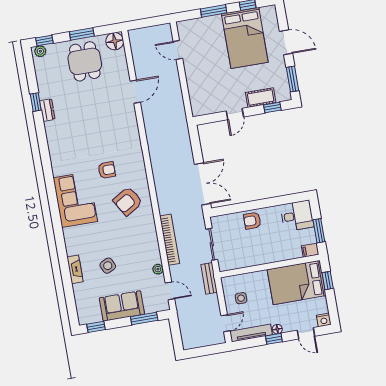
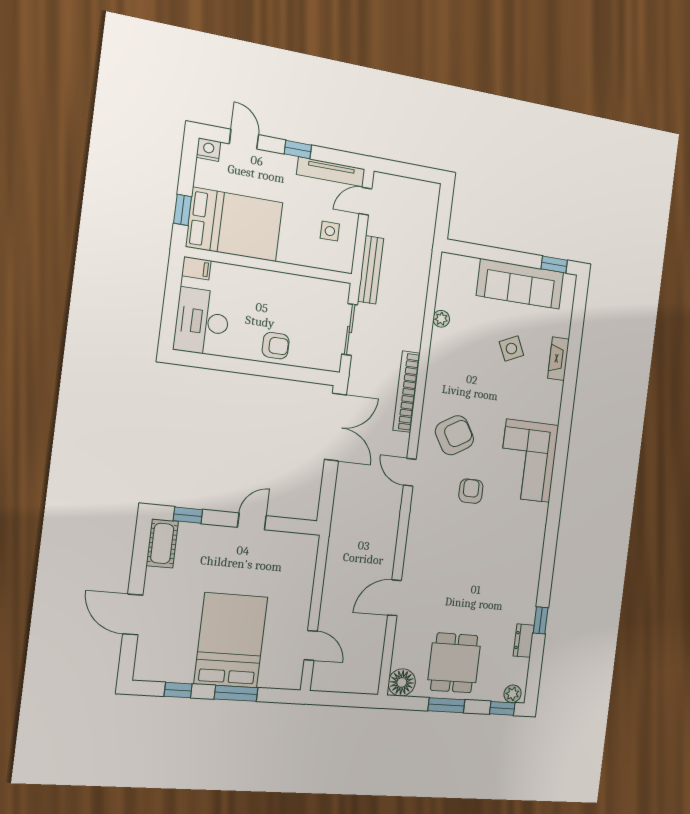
bed: (245, 38) -> (231, 640), moved
window: (292, 79) -> (140, 552), removed
cot: (261, 98) -> (162, 543), moved, turned 90
dresser: (47, 110) -> (524, 641), moved
armchair: (107, 170) -> (471, 491), turned 90
double door: (203, 184) -> (335, 427), swing flipped
desk: (297, 216) -> (202, 322), width x1.37
window: (319, 231) -> (172, 295), removed
bookcase: (170, 240) -> (407, 392), moved
bench: (209, 278) -> (371, 270), width x1.36
door: (170, 291) -> (410, 472), moved
sofa: (122, 306) -> (520, 284), width x1.36
window: (144, 318) -> (483, 252), removed
floor lamp: (277, 329) -> (288, 163), removed

